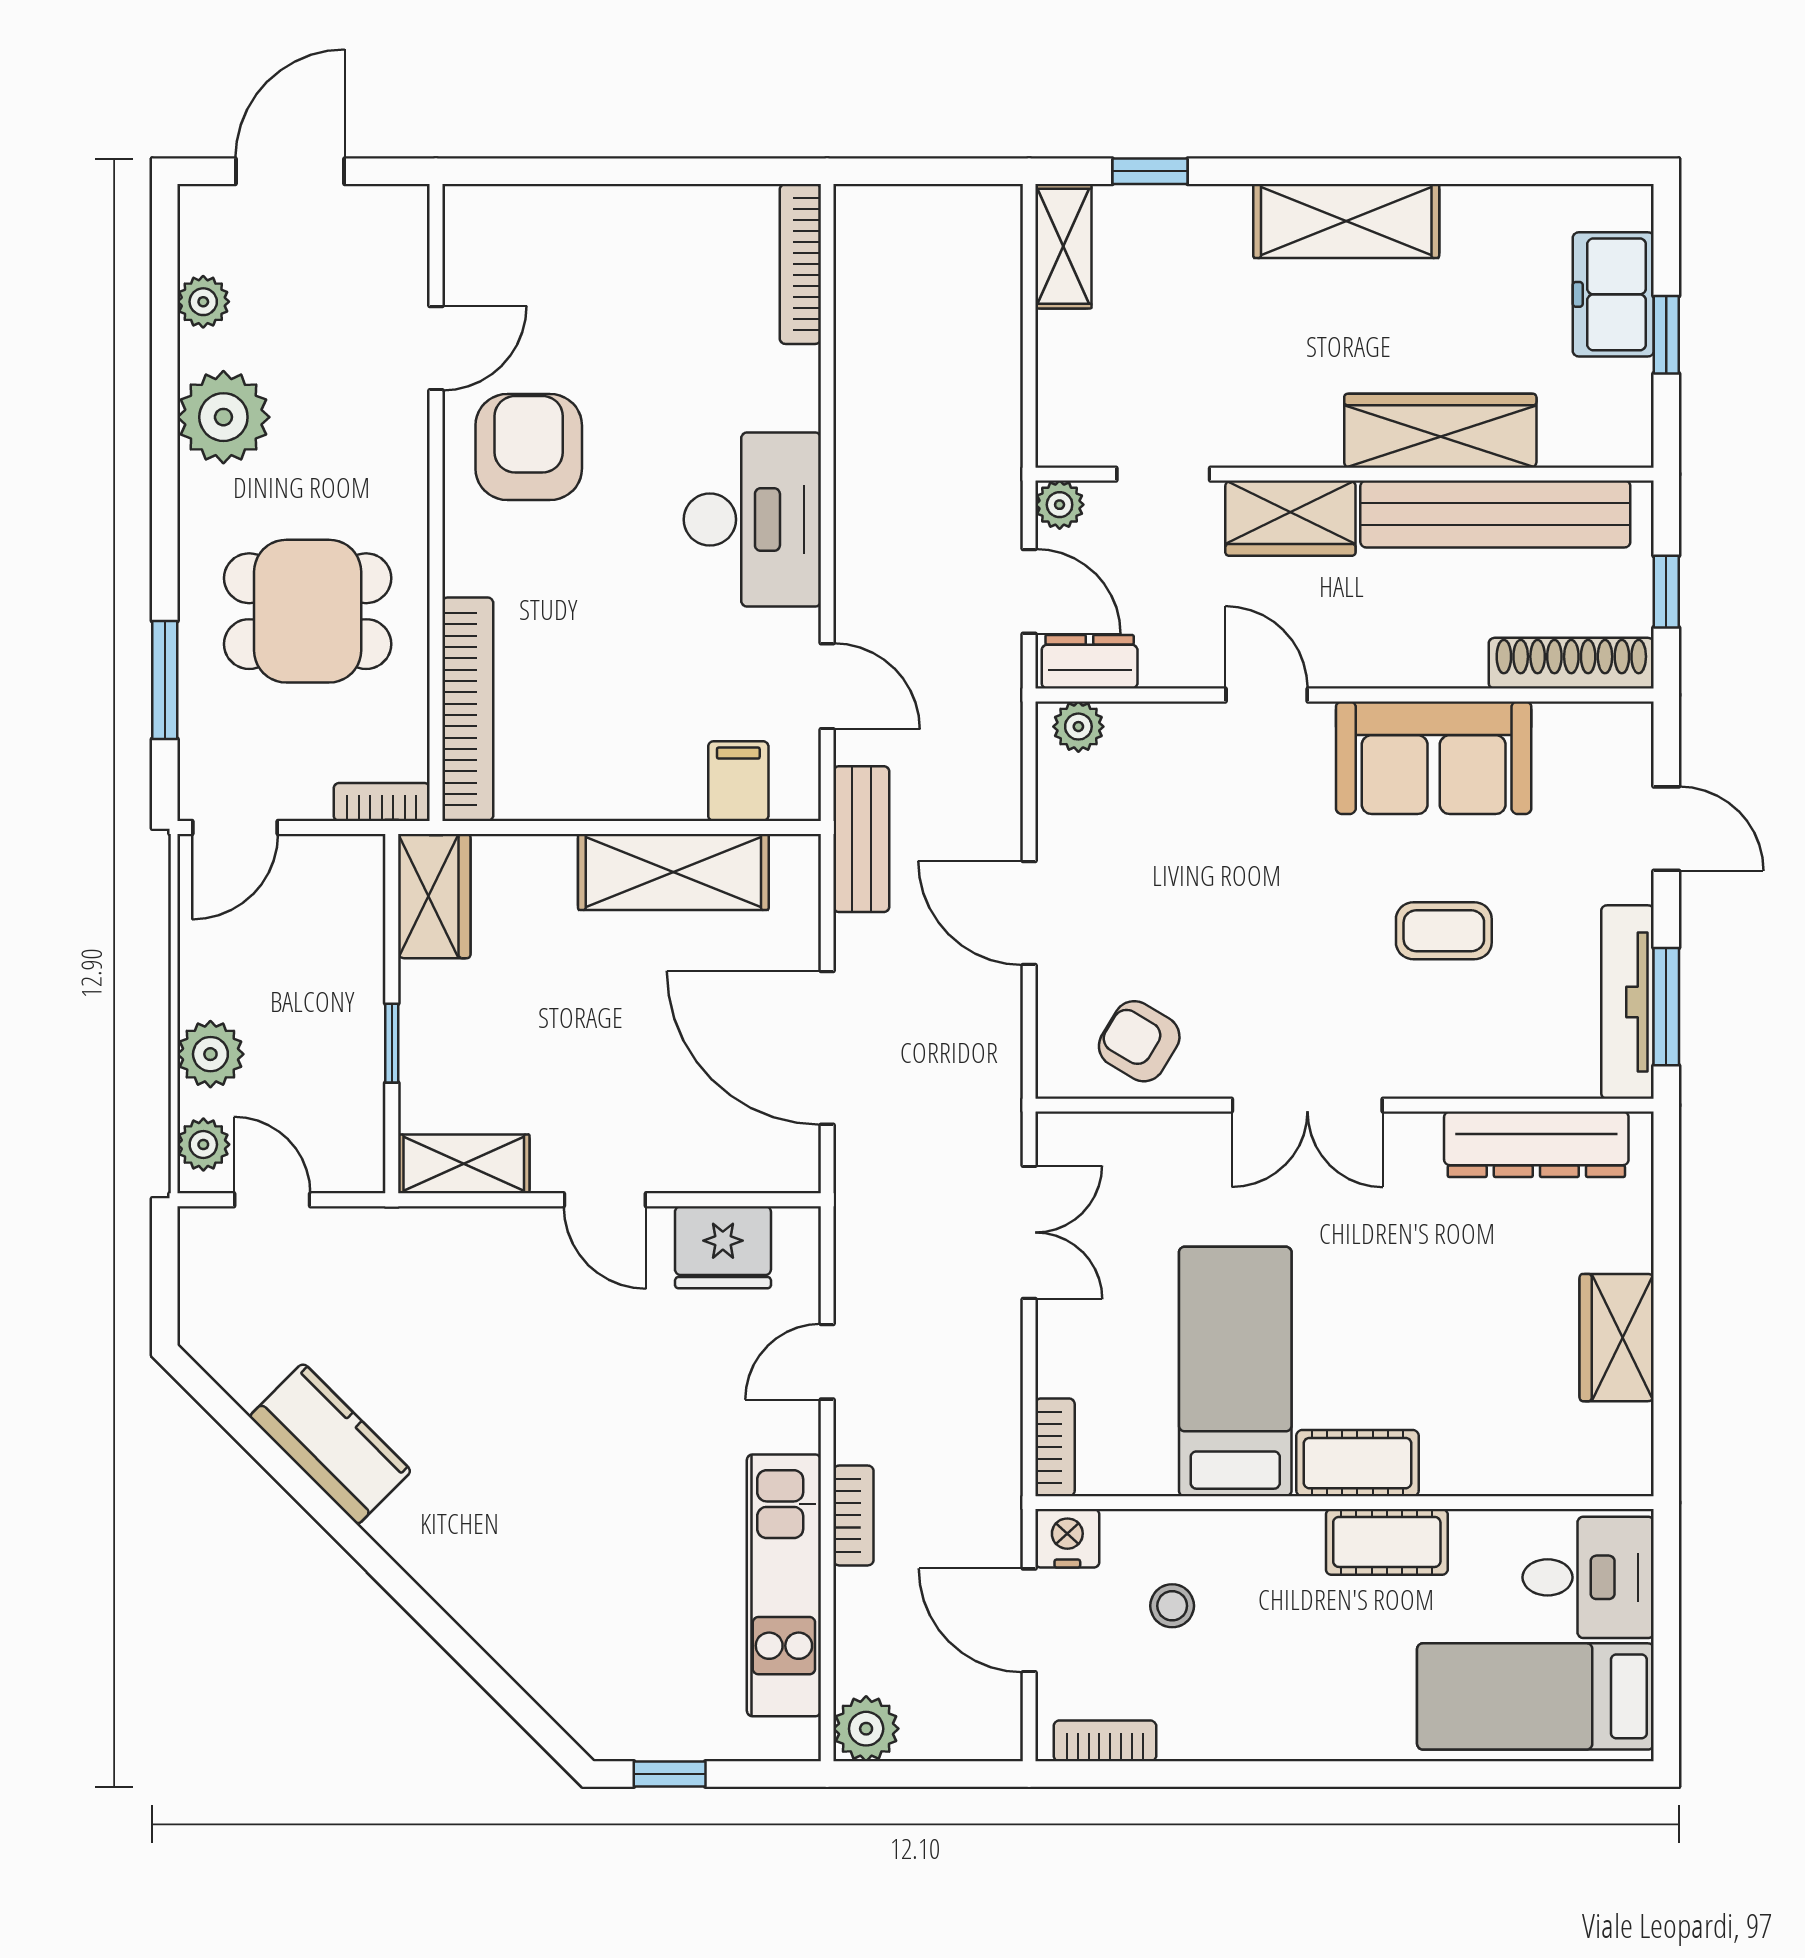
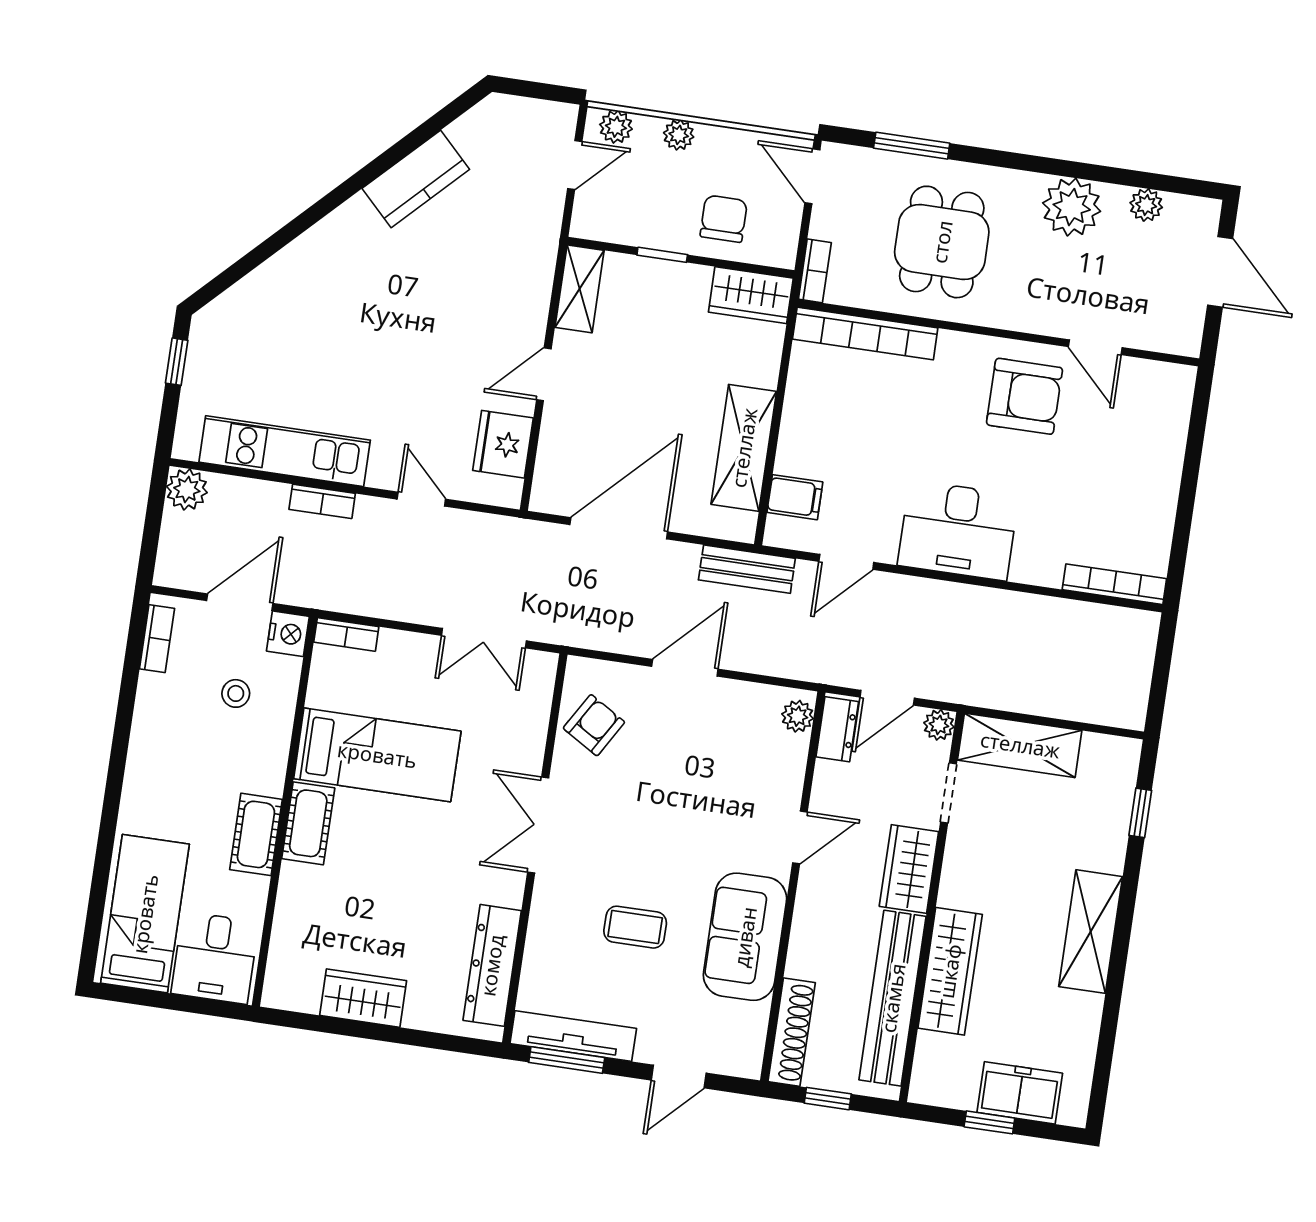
shelving: (1063, 246) -> (1020, 745), moved, width x1.50, depth x1.33
coffee table: (1444, 931) -> (635, 927), turned 90
chair: (321, 956) -> (724, 219), added
plant: (210, 1054) -> (679, 135), width x0.73, depth x0.73

